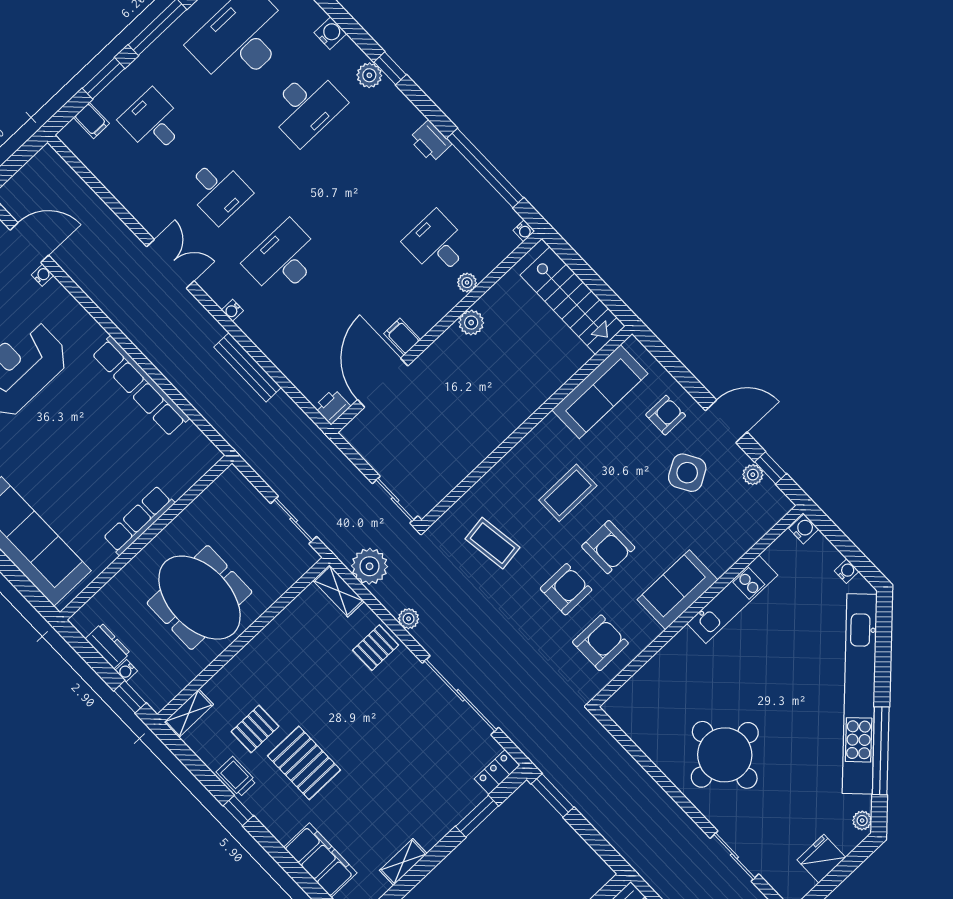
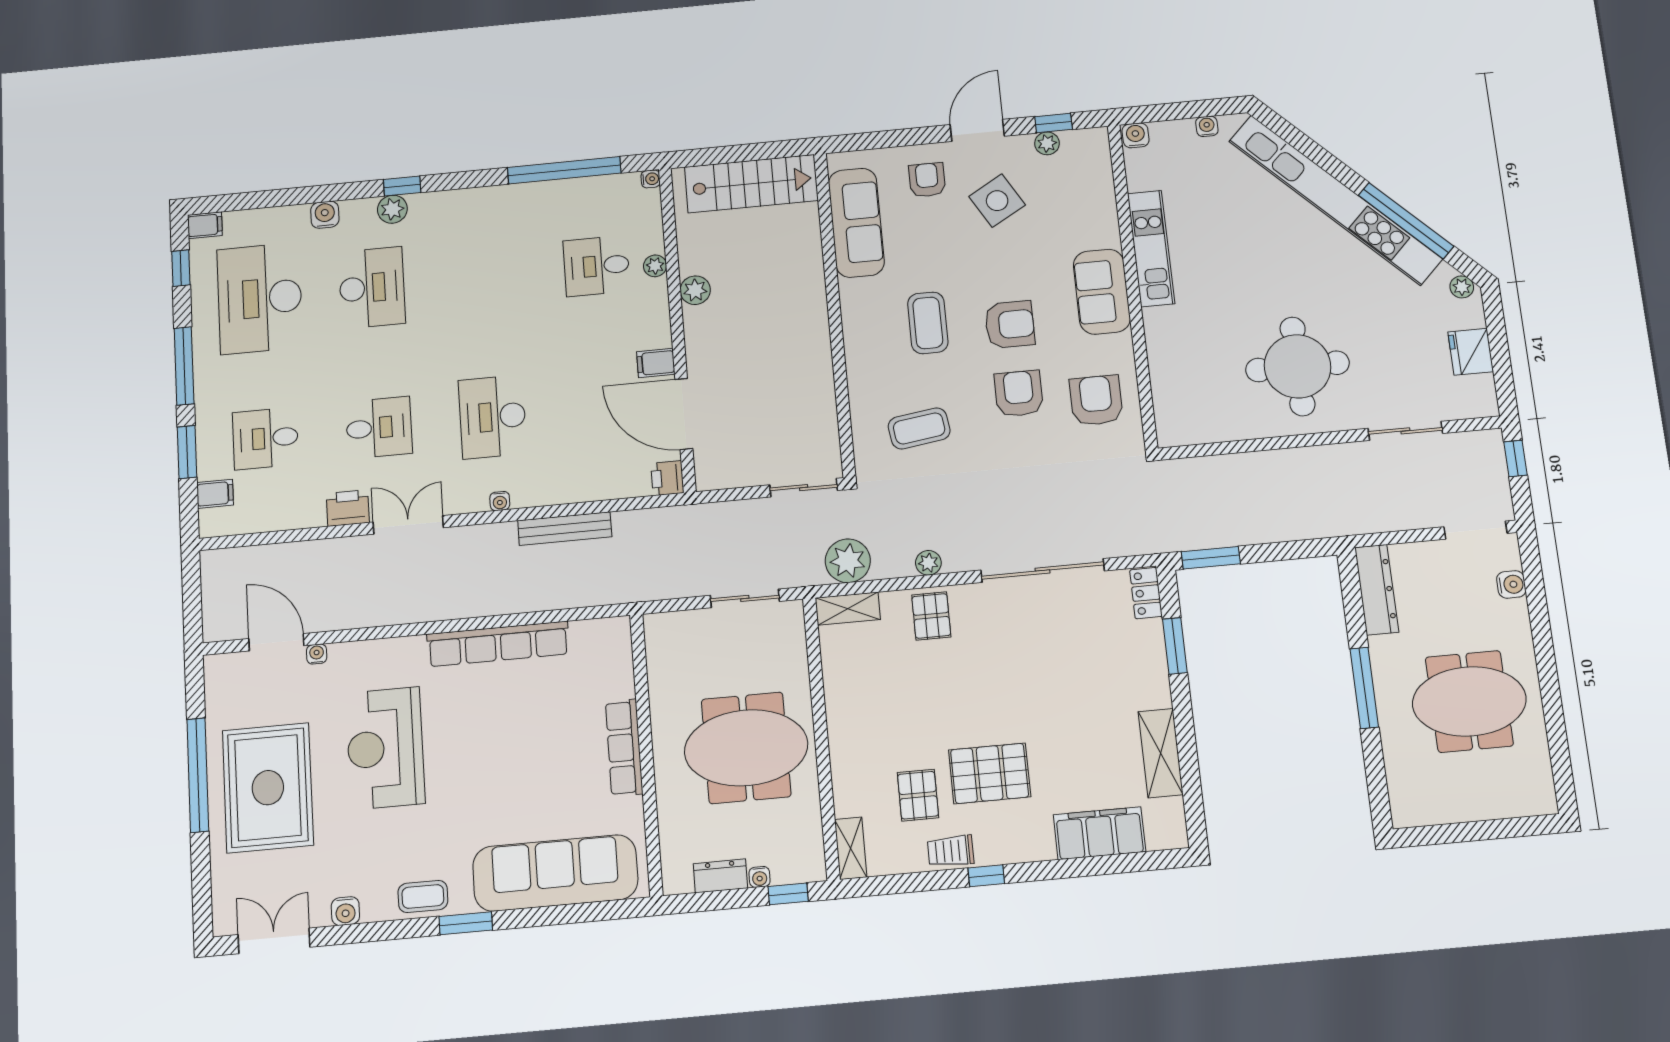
printer: (430, 141) -> (348, 508), moved, turned 180
door: (29, 243) -> (276, 642), hinge flipped
shelving: (403, 862) -> (1161, 753), width x1.50, depth x1.33

